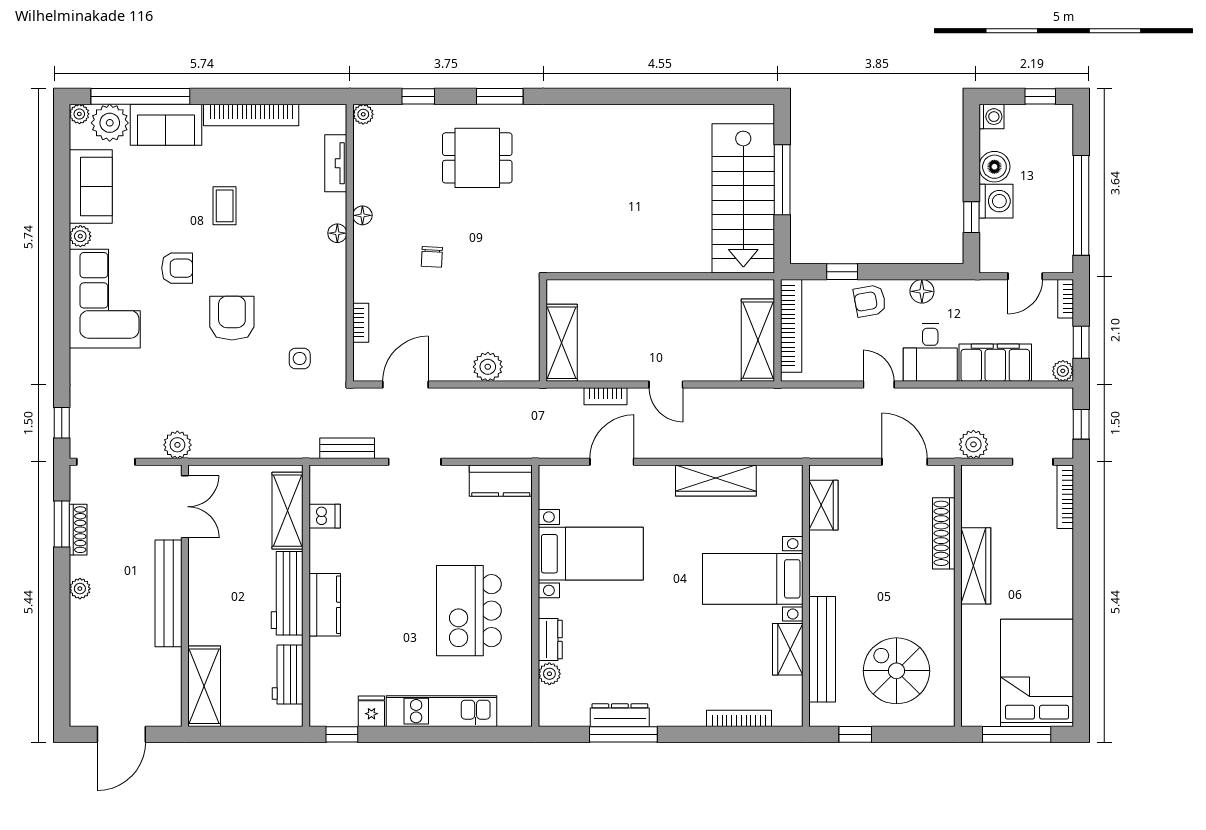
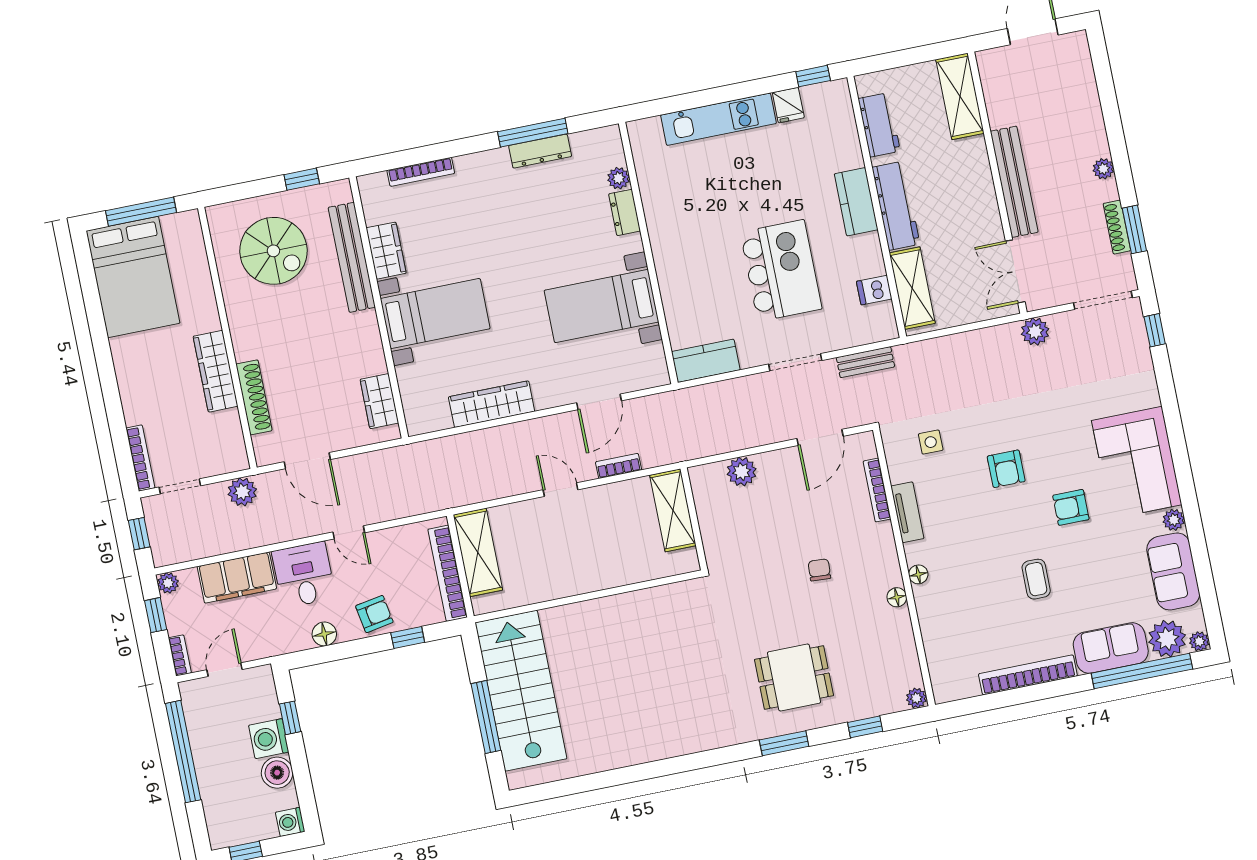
tv unit: (336, 163) -> (907, 512), moved
armchair: (232, 318) -> (1006, 469), width x0.72, depth x0.72
bookcase: (361, 323) -> (877, 490), width x1.56
kitchen island: (469, 611) -> (781, 271), moved

